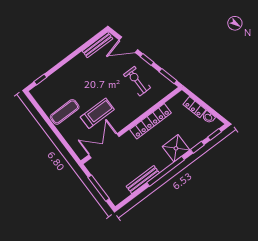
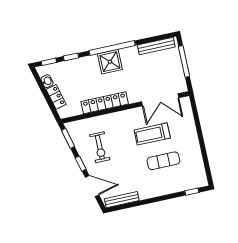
exercise mat: (65, 112) -> (163, 161), moved
shower: (176, 148) -> (110, 62), moved
bench: (143, 180) -> (156, 46), moved

